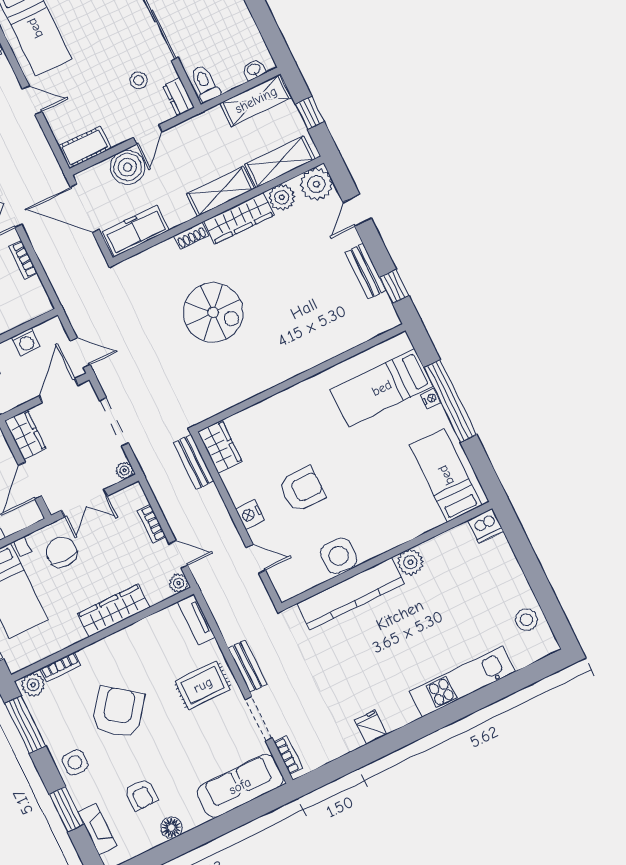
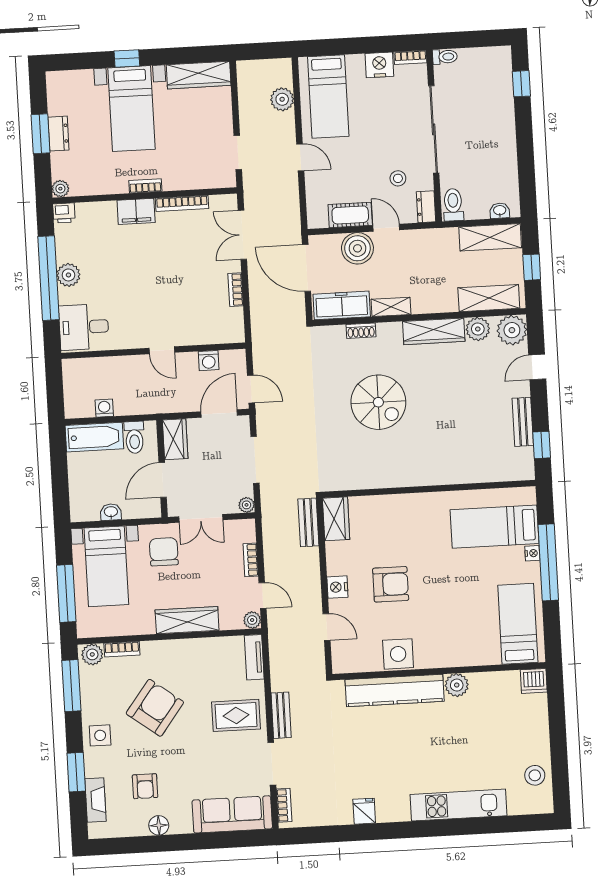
door: (148, 135) -> (386, 228), swing flipped
cot: (85, 147) -> (350, 215), moved
shelving: (220, 191) -> (391, 307), moved, width x0.67, depth x0.75
shoe rack: (191, 236) -> (361, 331), moved

